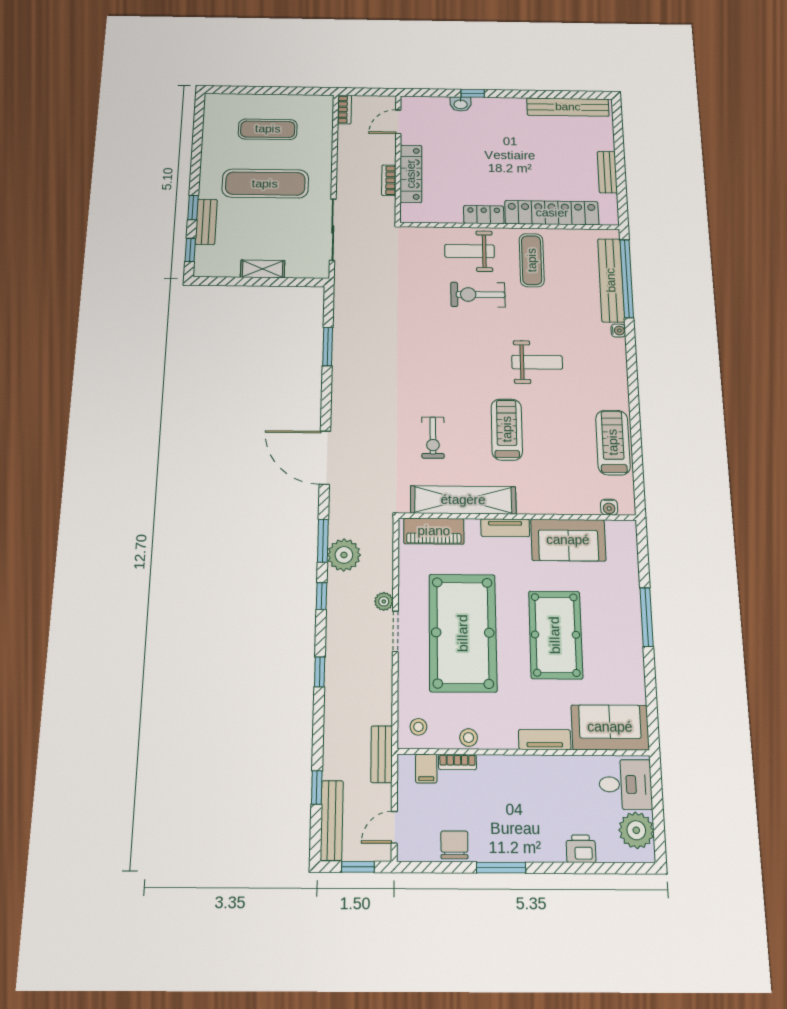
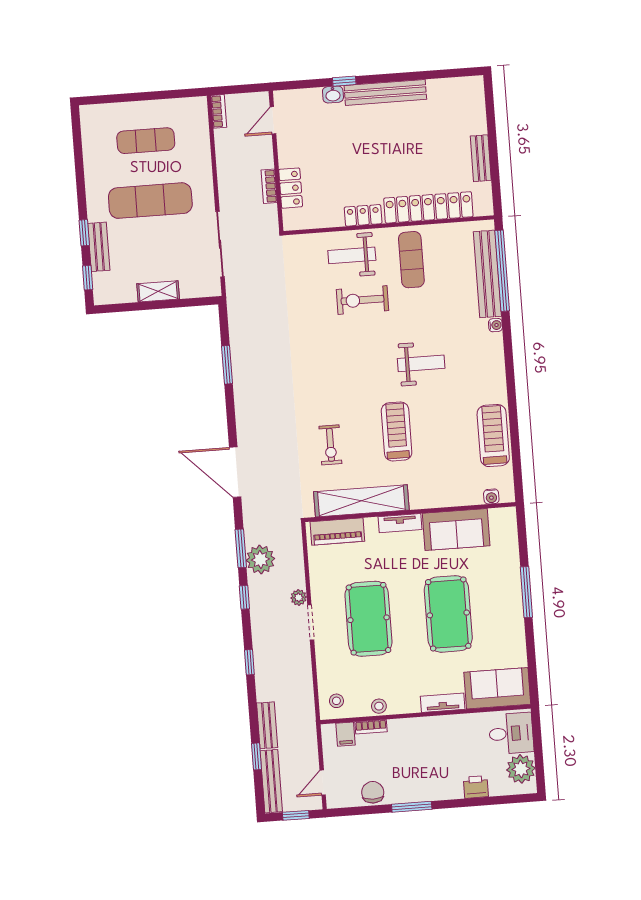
bench: (568, 107) -> (385, 92), moved
locker: (411, 174) -> (291, 188), width x0.66
pool table: (463, 633) -> (368, 619), width x0.73, depth x0.76
bench: (382, 754) -> (267, 725), moved

